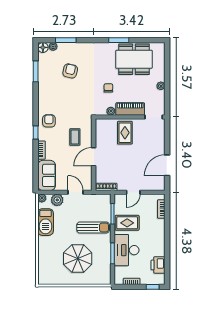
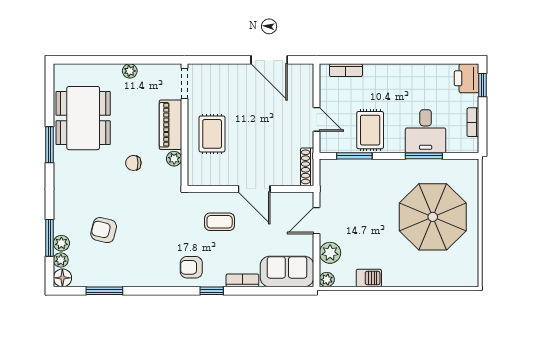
plant: (63, 47) -> (61, 243), added
rug: (125, 133) -> (212, 134), turned 90
barbecue: (46, 222) -> (369, 278), width x0.53, depth x0.65
sun lounger: (93, 227) -> (378, 190), removed
desk: (126, 250) -> (426, 131), width x0.73
parasol: (78, 258) -> (433, 217), width x1.36, depth x1.36
printer: (158, 265) -> (466, 78), moved, turned 90

